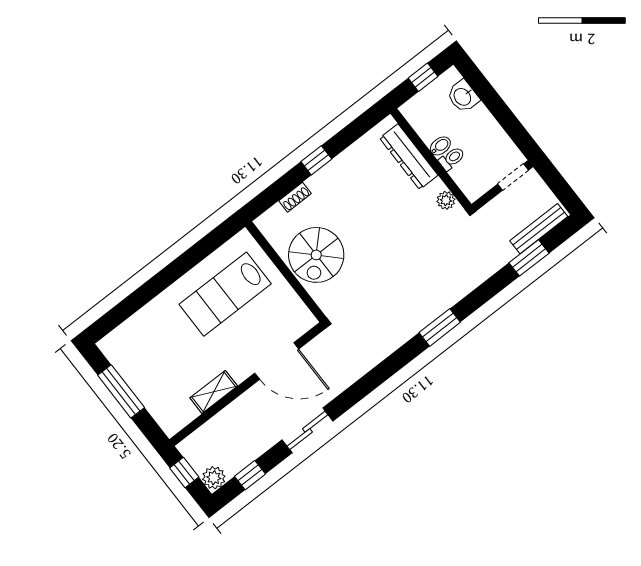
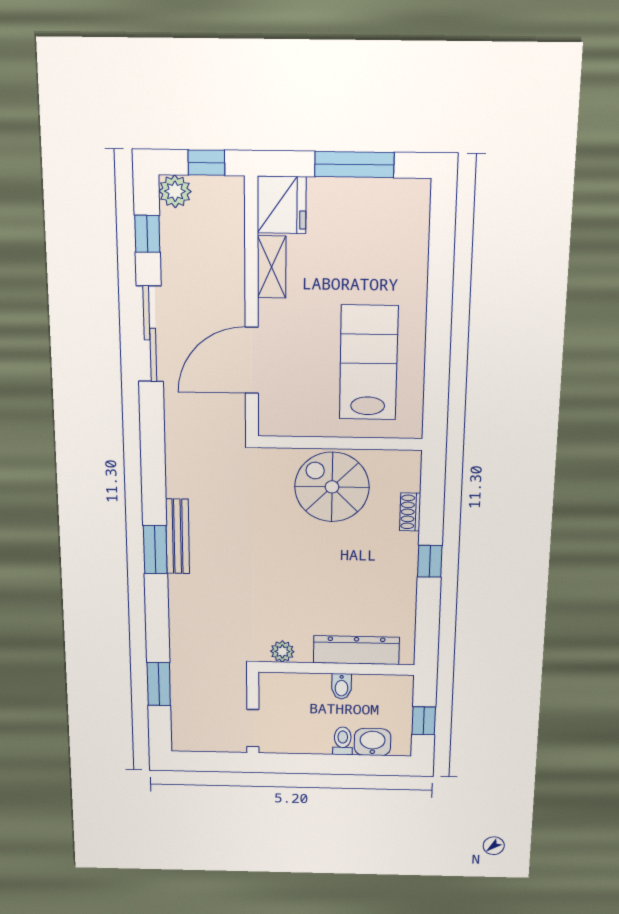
toilet: (452, 158) -> (343, 741), moved, turned 180
bench: (539, 229) -> (178, 536), moved
fridge: (175, 414) -> (282, 205), added
sliding door: (307, 430) -> (150, 334), width x1.37

